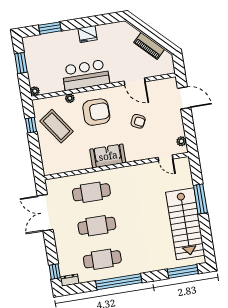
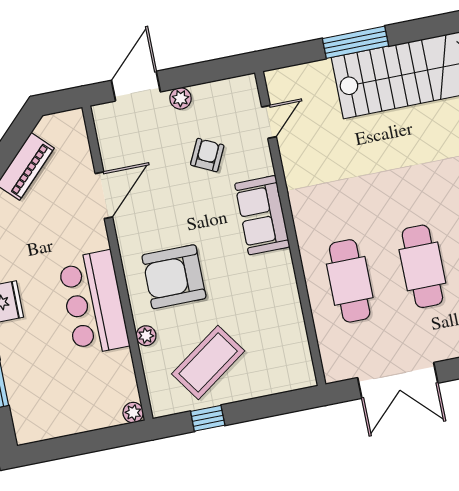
window: (21, 63) -> (73, 445), removed
armchair: (96, 112) -> (174, 277), turned -90
armchair: (138, 121) -> (207, 155), moved
plant: (181, 141) -> (181, 98), moved
sofa: (108, 156) -> (262, 215), moved

